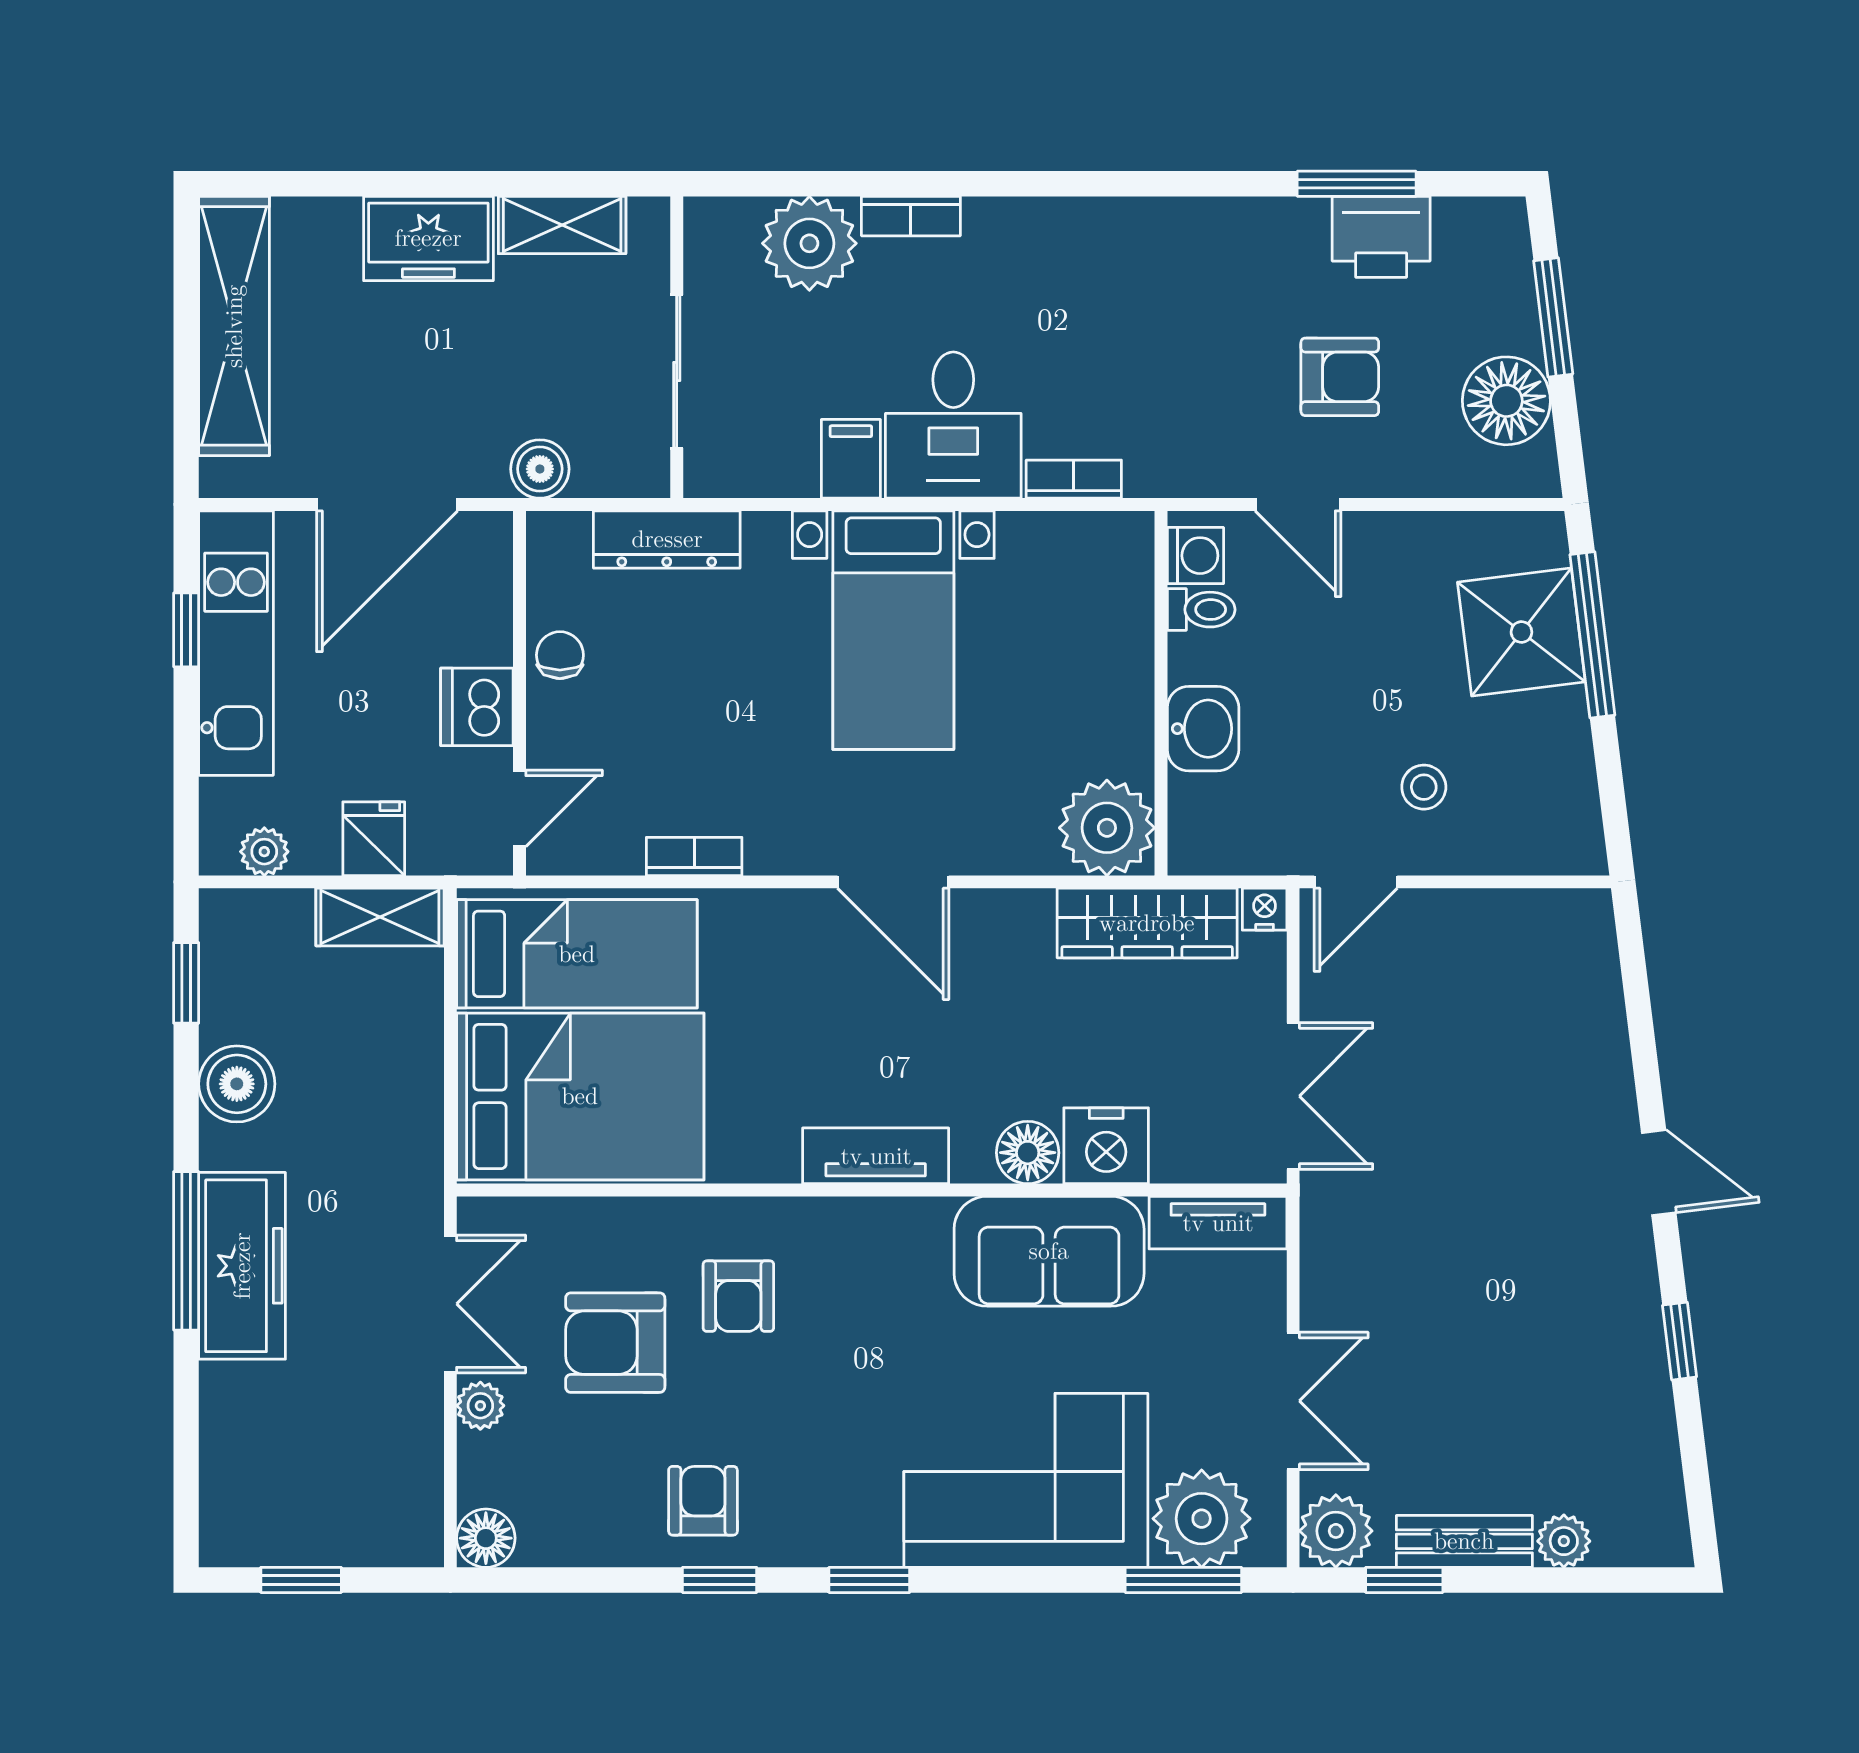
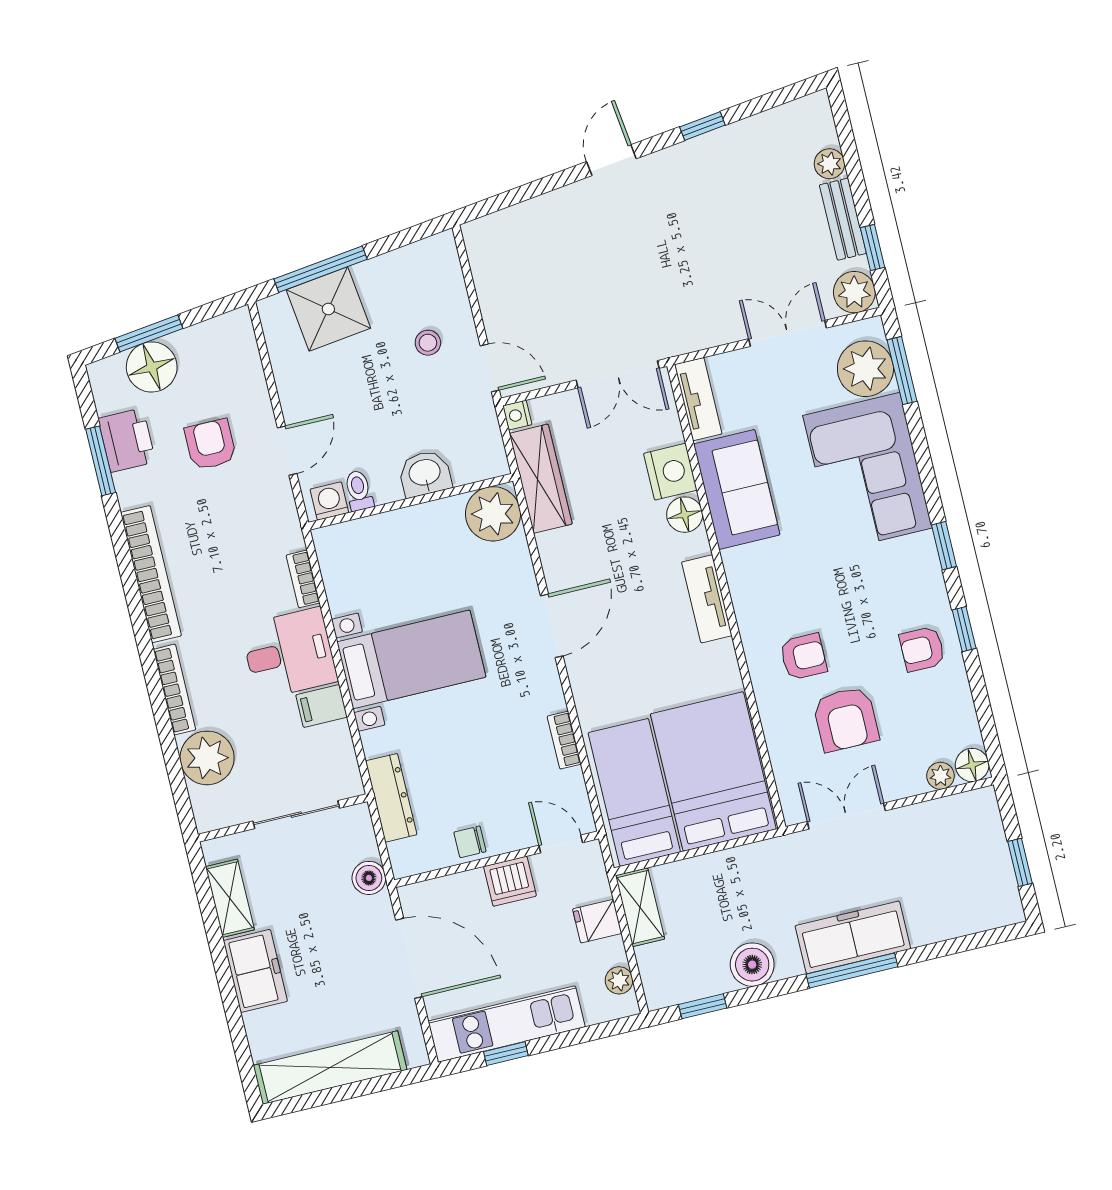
bookcase: (911, 216) -> (175, 690), width x1.56
bookcase: (1144, 223) -> (151, 574), added
floor lamp: (1506, 401) -> (152, 367), moved
double door: (1293, 1096) -> (618, 374), swing flipped
plant: (480, 1406) -> (940, 776), moved

